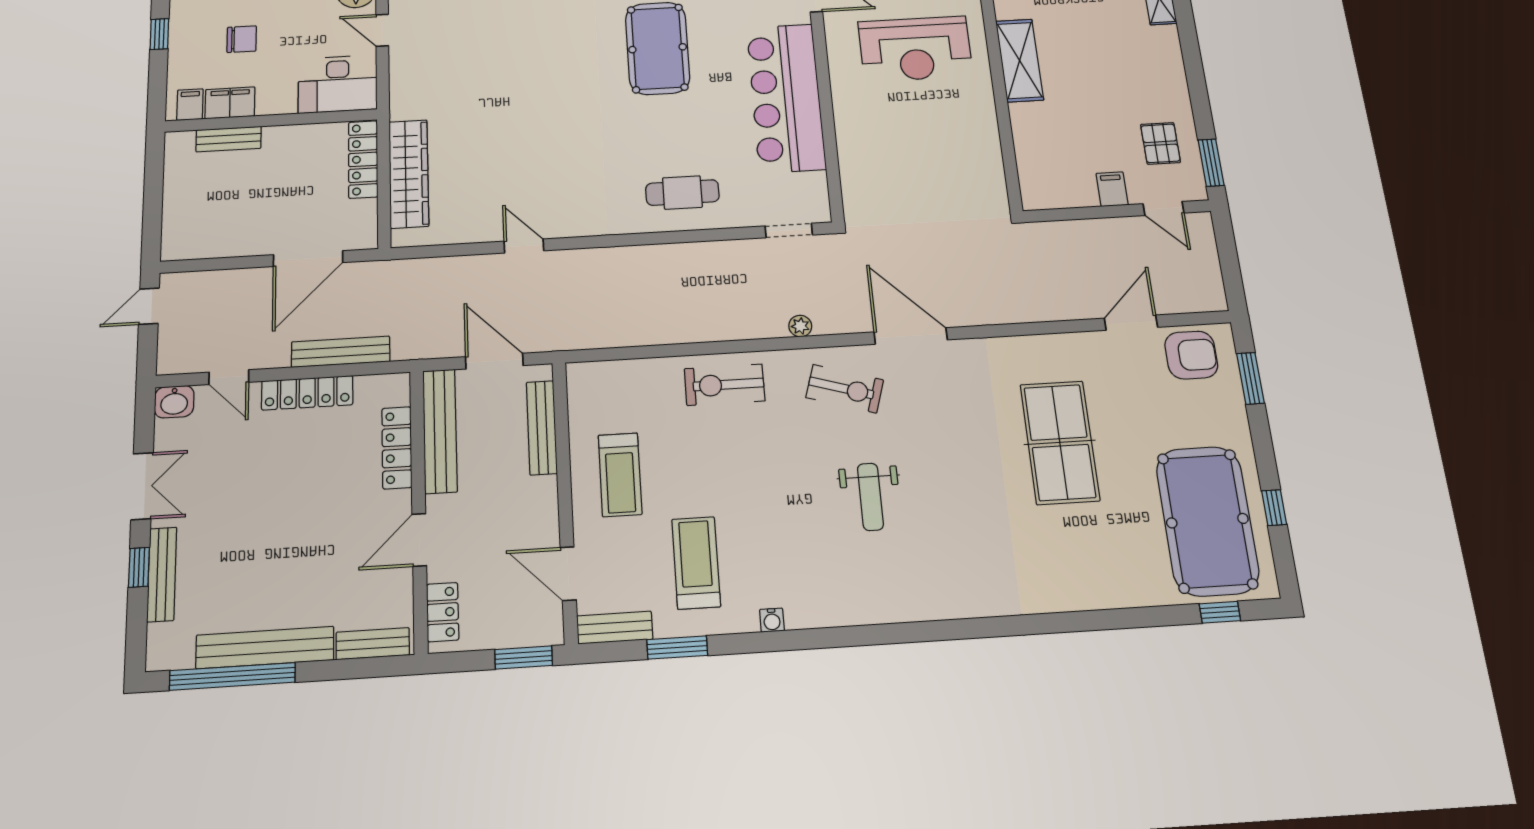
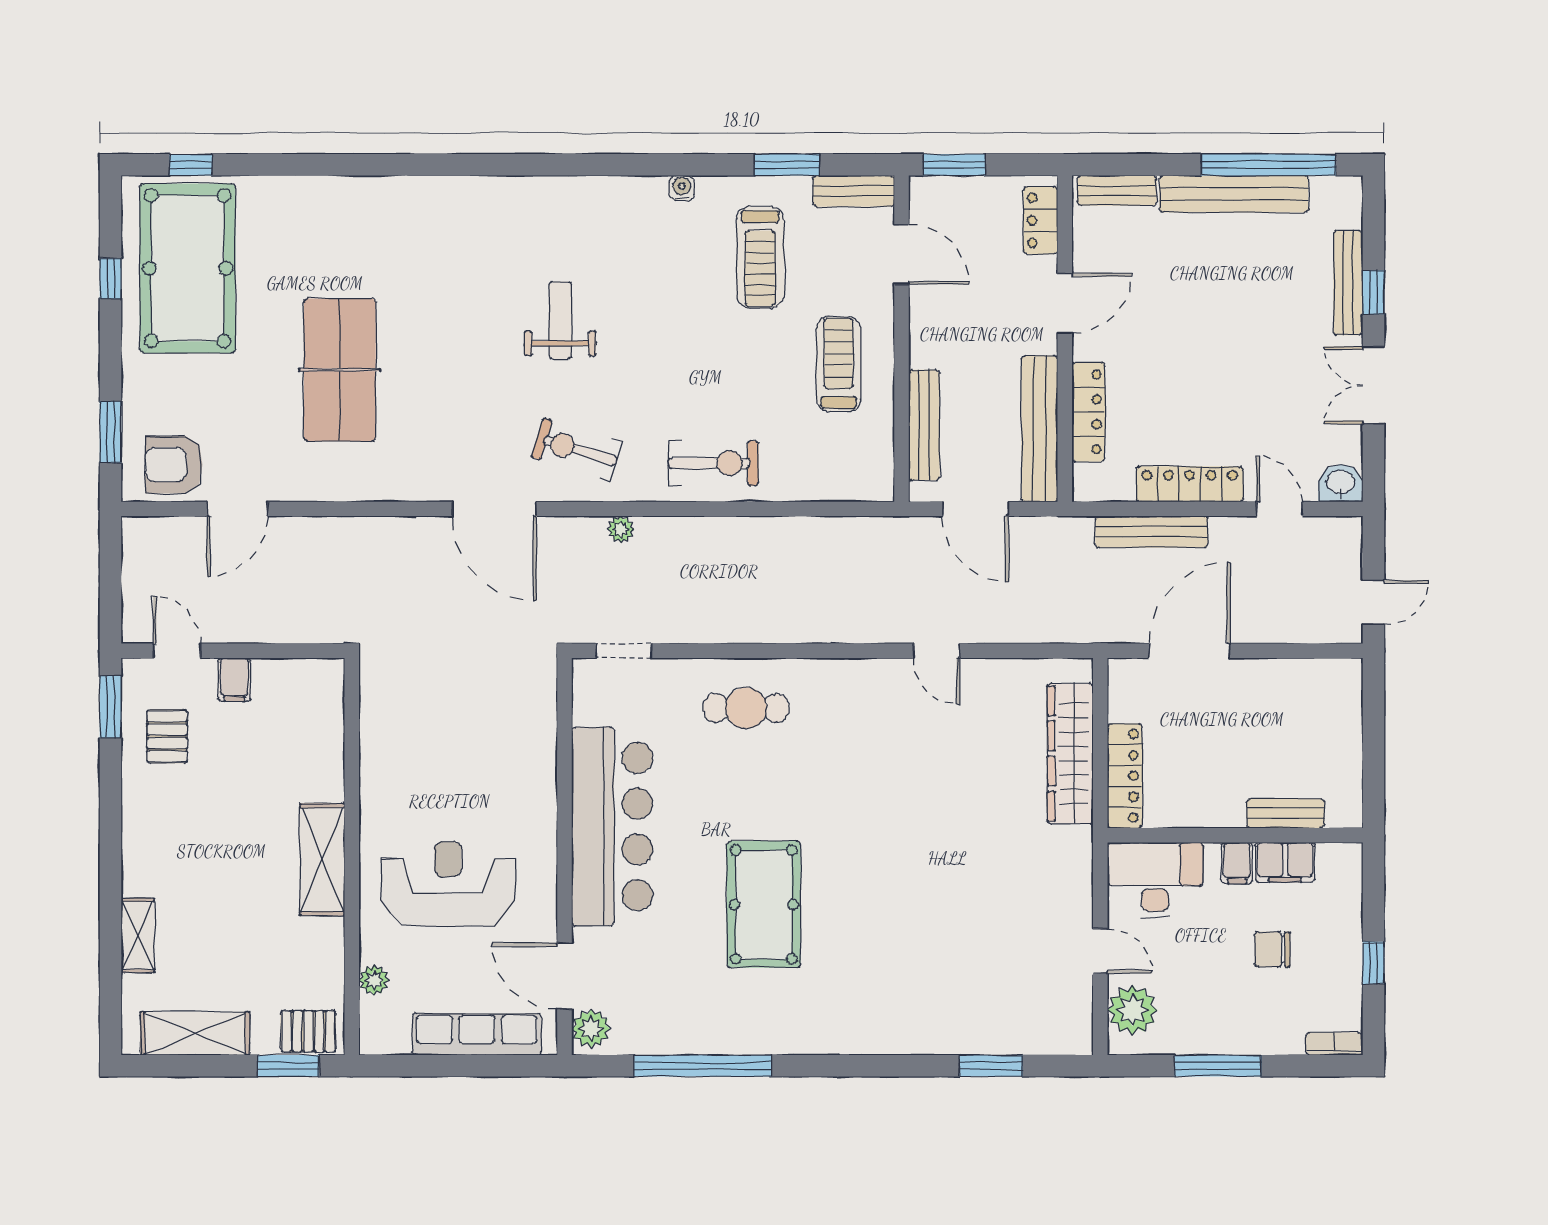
filing cabinet: (190, 105) -> (1237, 863), moved

